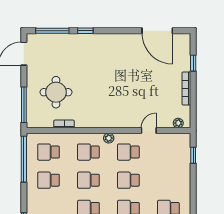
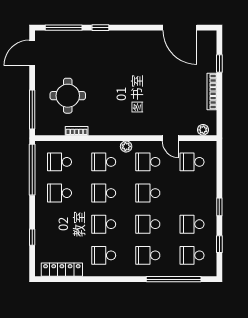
door: (149, 131) -> (170, 138), swing flipped
school desk: (168, 152) -> (192, 162), added
window: (193, 155) -> (219, 207), moved

